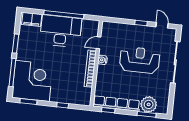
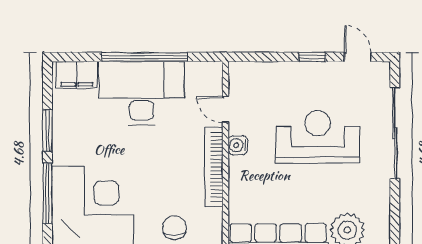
door: (98, 43) -> (225, 109), hinge flipped
chair: (69, 95) -> (174, 228), added

